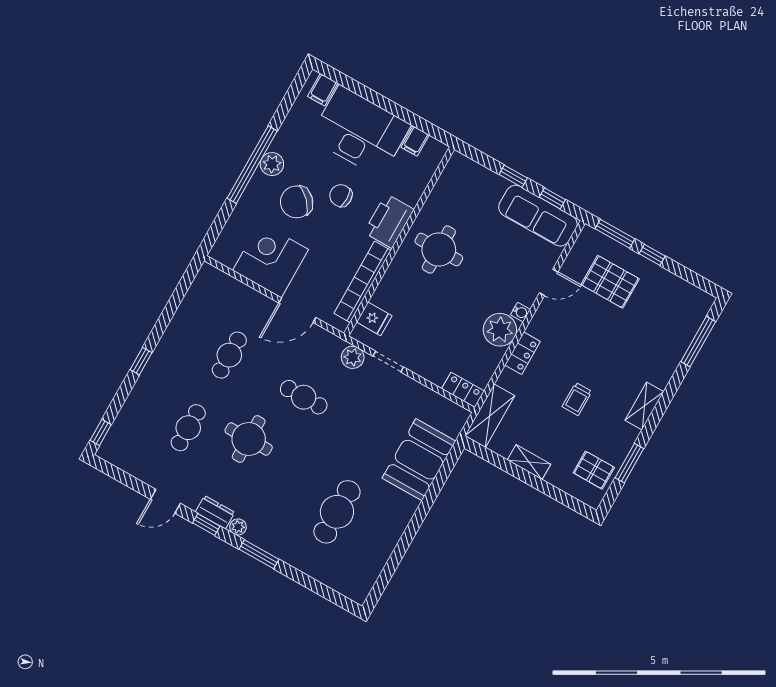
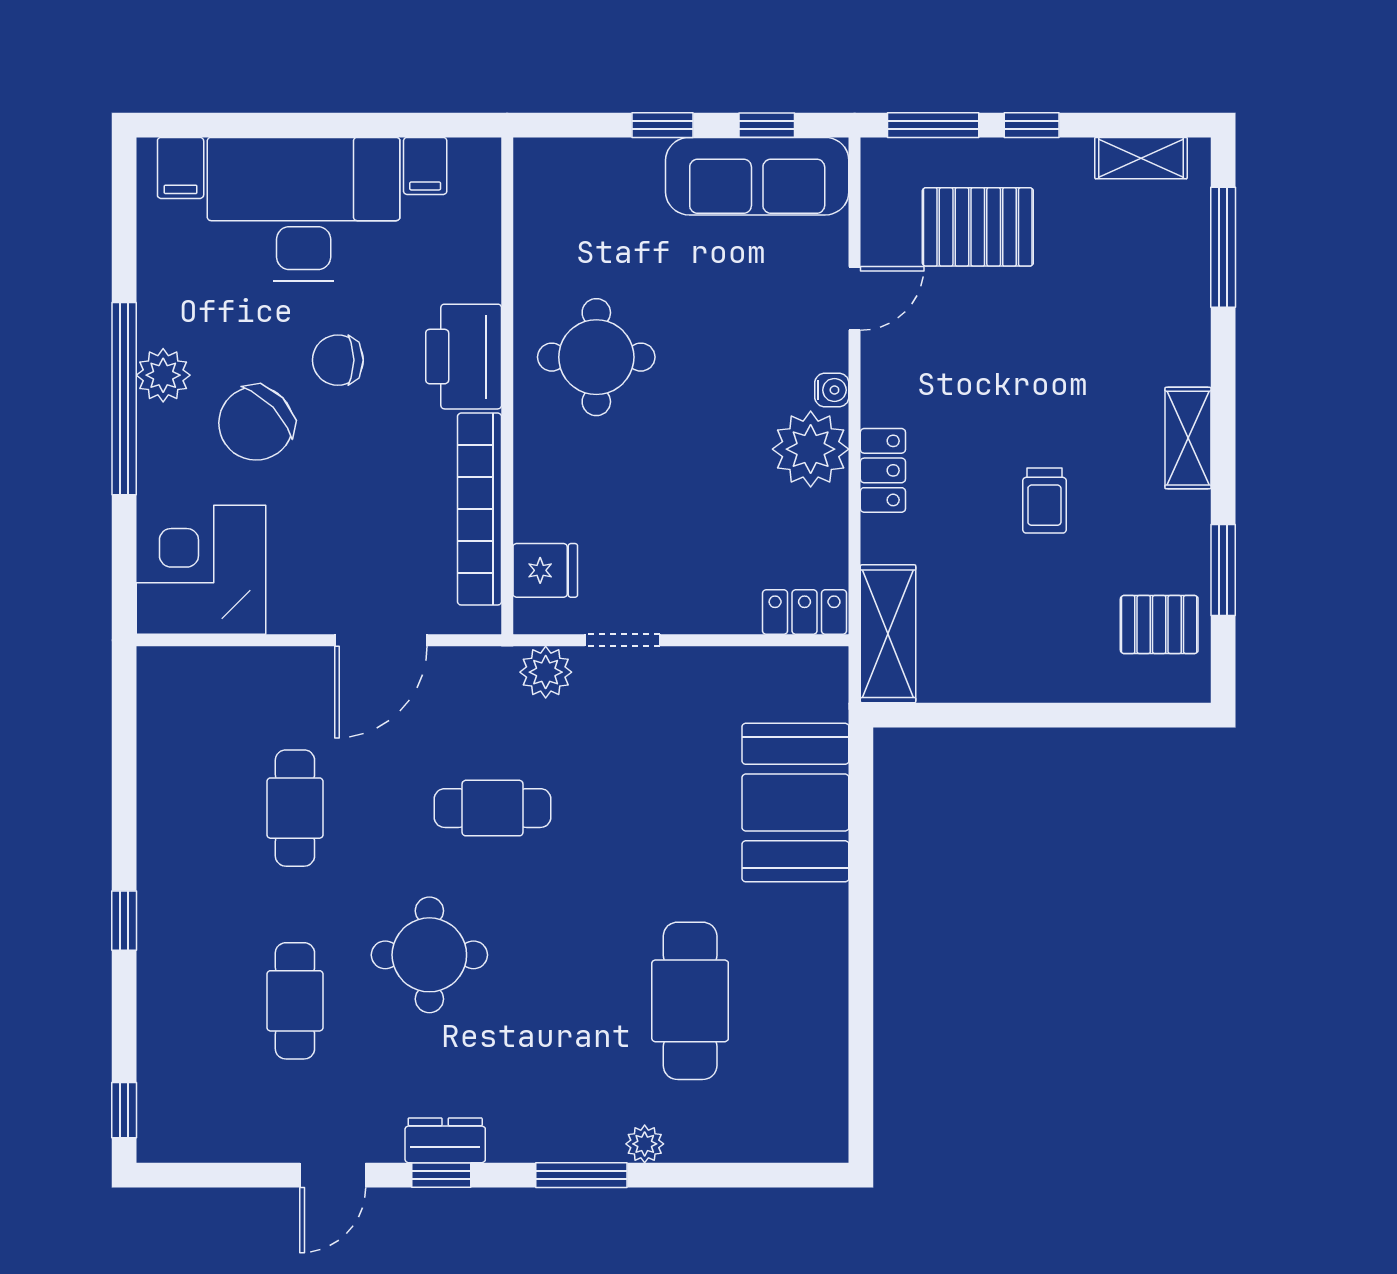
corner desk: (270, 260) -> (201, 570), moved
shelving: (529, 462) -> (1141, 158), moved
plant: (238, 527) -> (645, 1144), moved

